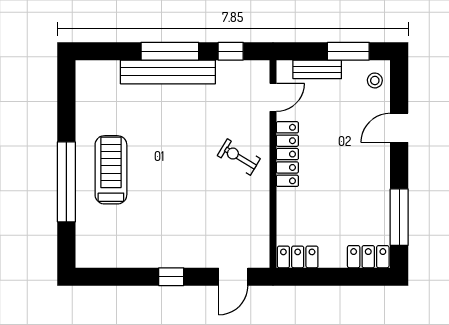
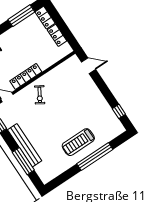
window: (170, 51) -> (23, 161), moved
locker: (298, 257) -> (57, 35), moved
window: (171, 277) -> (119, 111), moved

